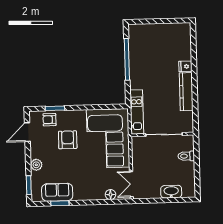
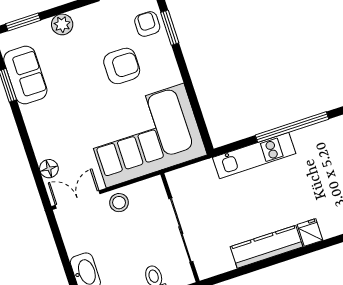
kitchen unit: (137, 112) -> (254, 156), moved
stool: (140, 163) -> (119, 203), added

